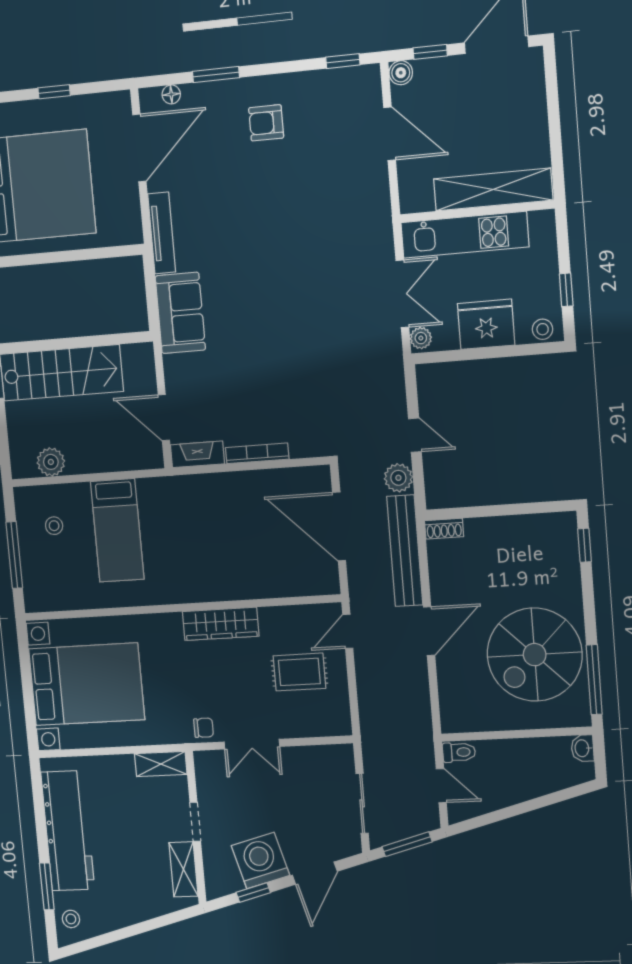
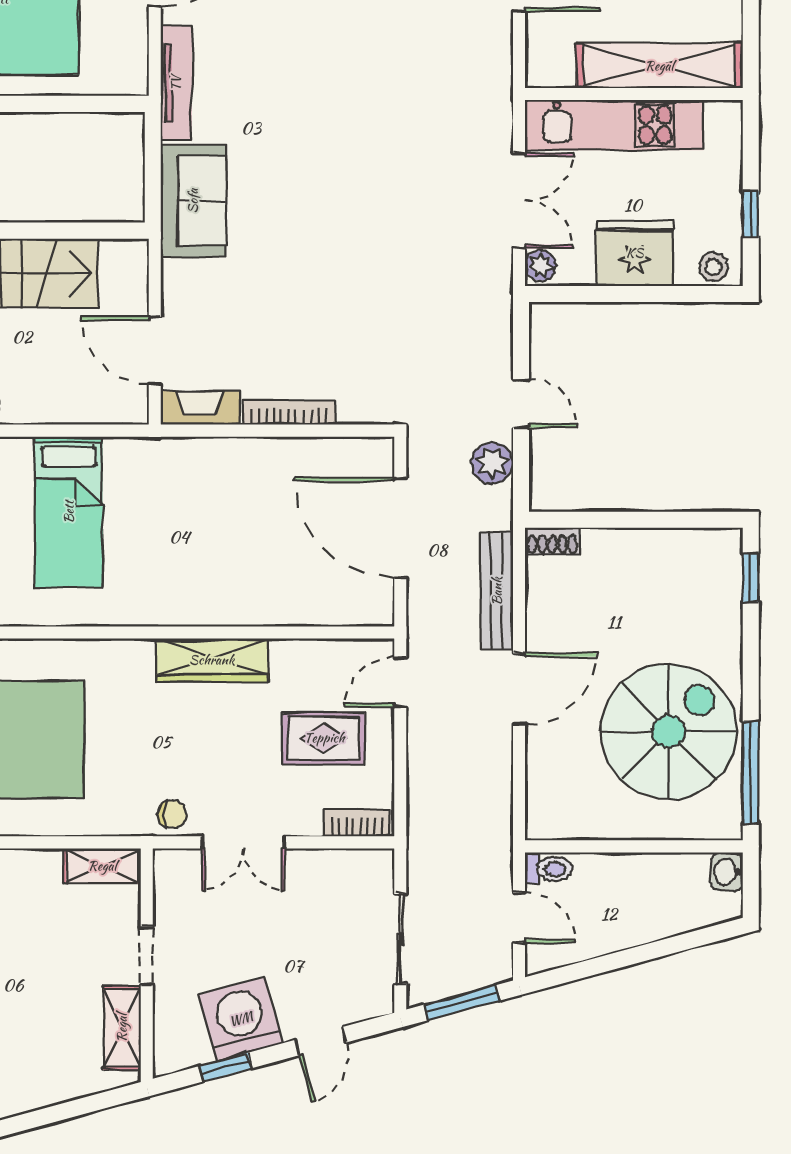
bench: (405, 551) -> (497, 591), width x0.73, depth x0.82
spiral stairs: (535, 655) -> (668, 731), turned 180
bookcase: (326, 728) -> (357, 823), added
door: (315, 873) -> (321, 1041), width x0.73

